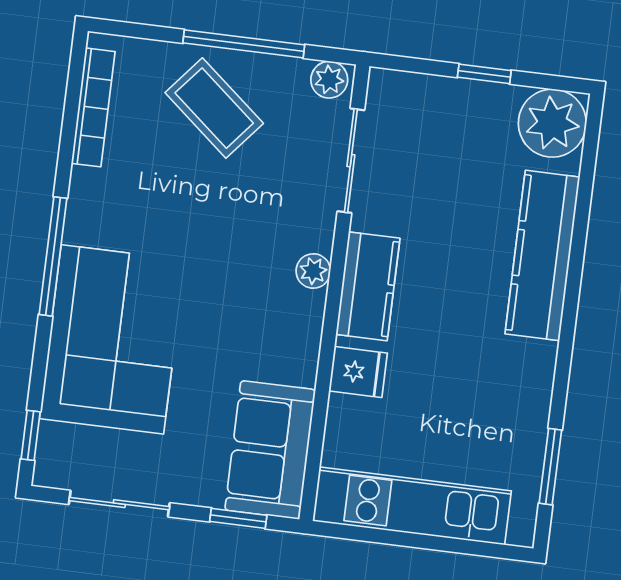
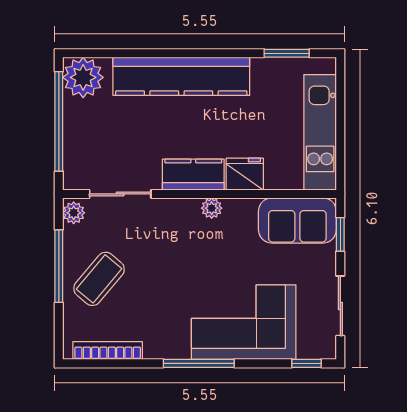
window: (484, 74) -> (59, 121), width x3.17
kitchen counter: (542, 255) -> (181, 76), width x1.39, depth x1.17
plant: (313, 271) -> (212, 208), moved
fridge: (358, 372) -> (245, 174), width x1.38

